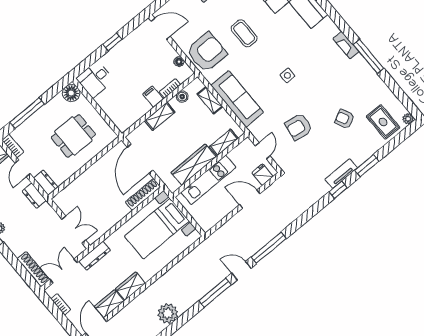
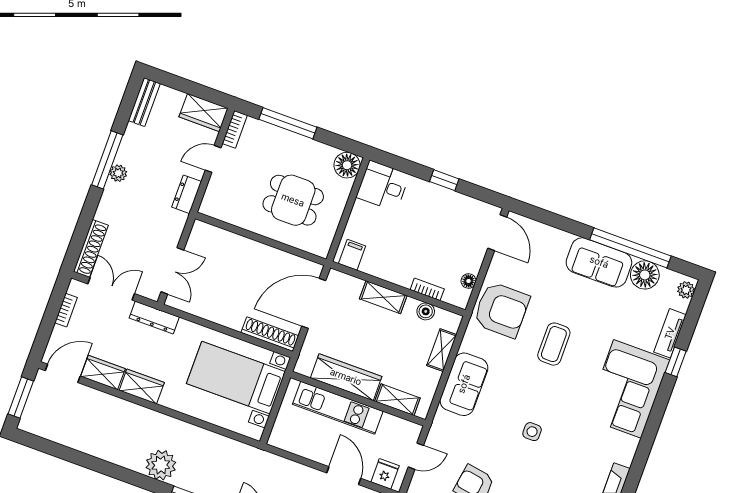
filing cabinet: (153, 97) -> (352, 255), moved
sofa: (237, 99) -> (464, 384), width x0.73
dresser: (46, 183) -> (212, 199), removed
plant: (168, 313) -> (161, 465), moved

